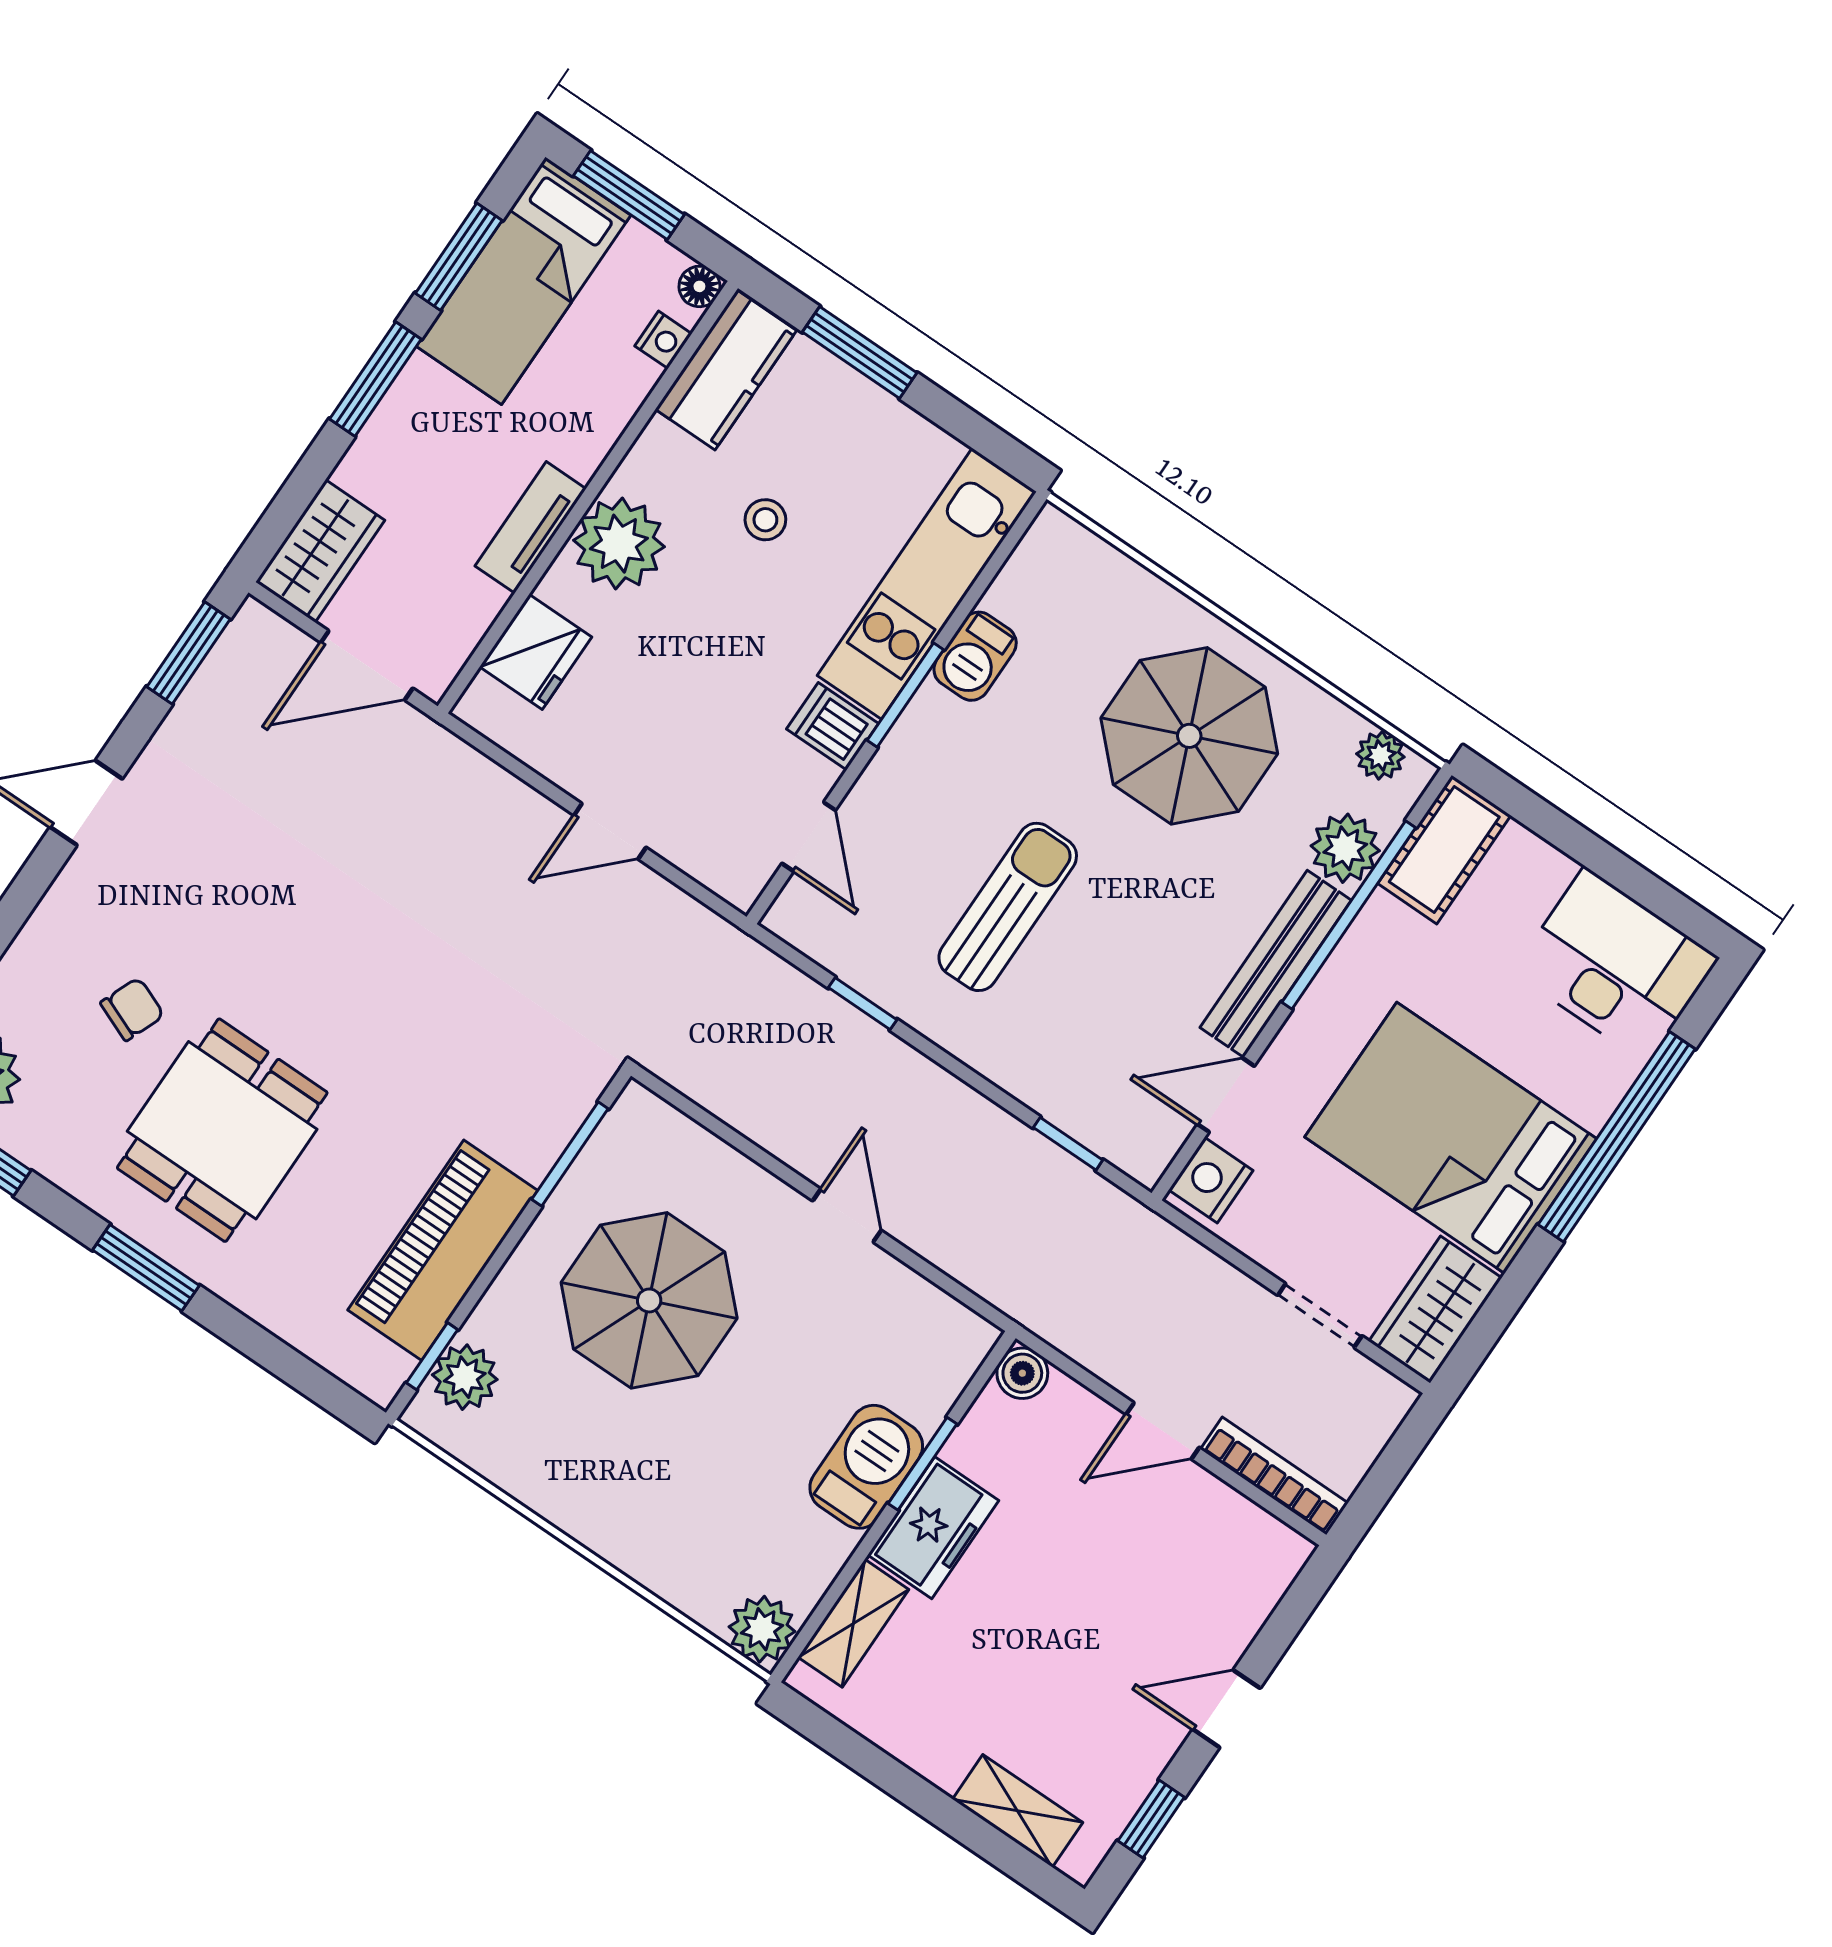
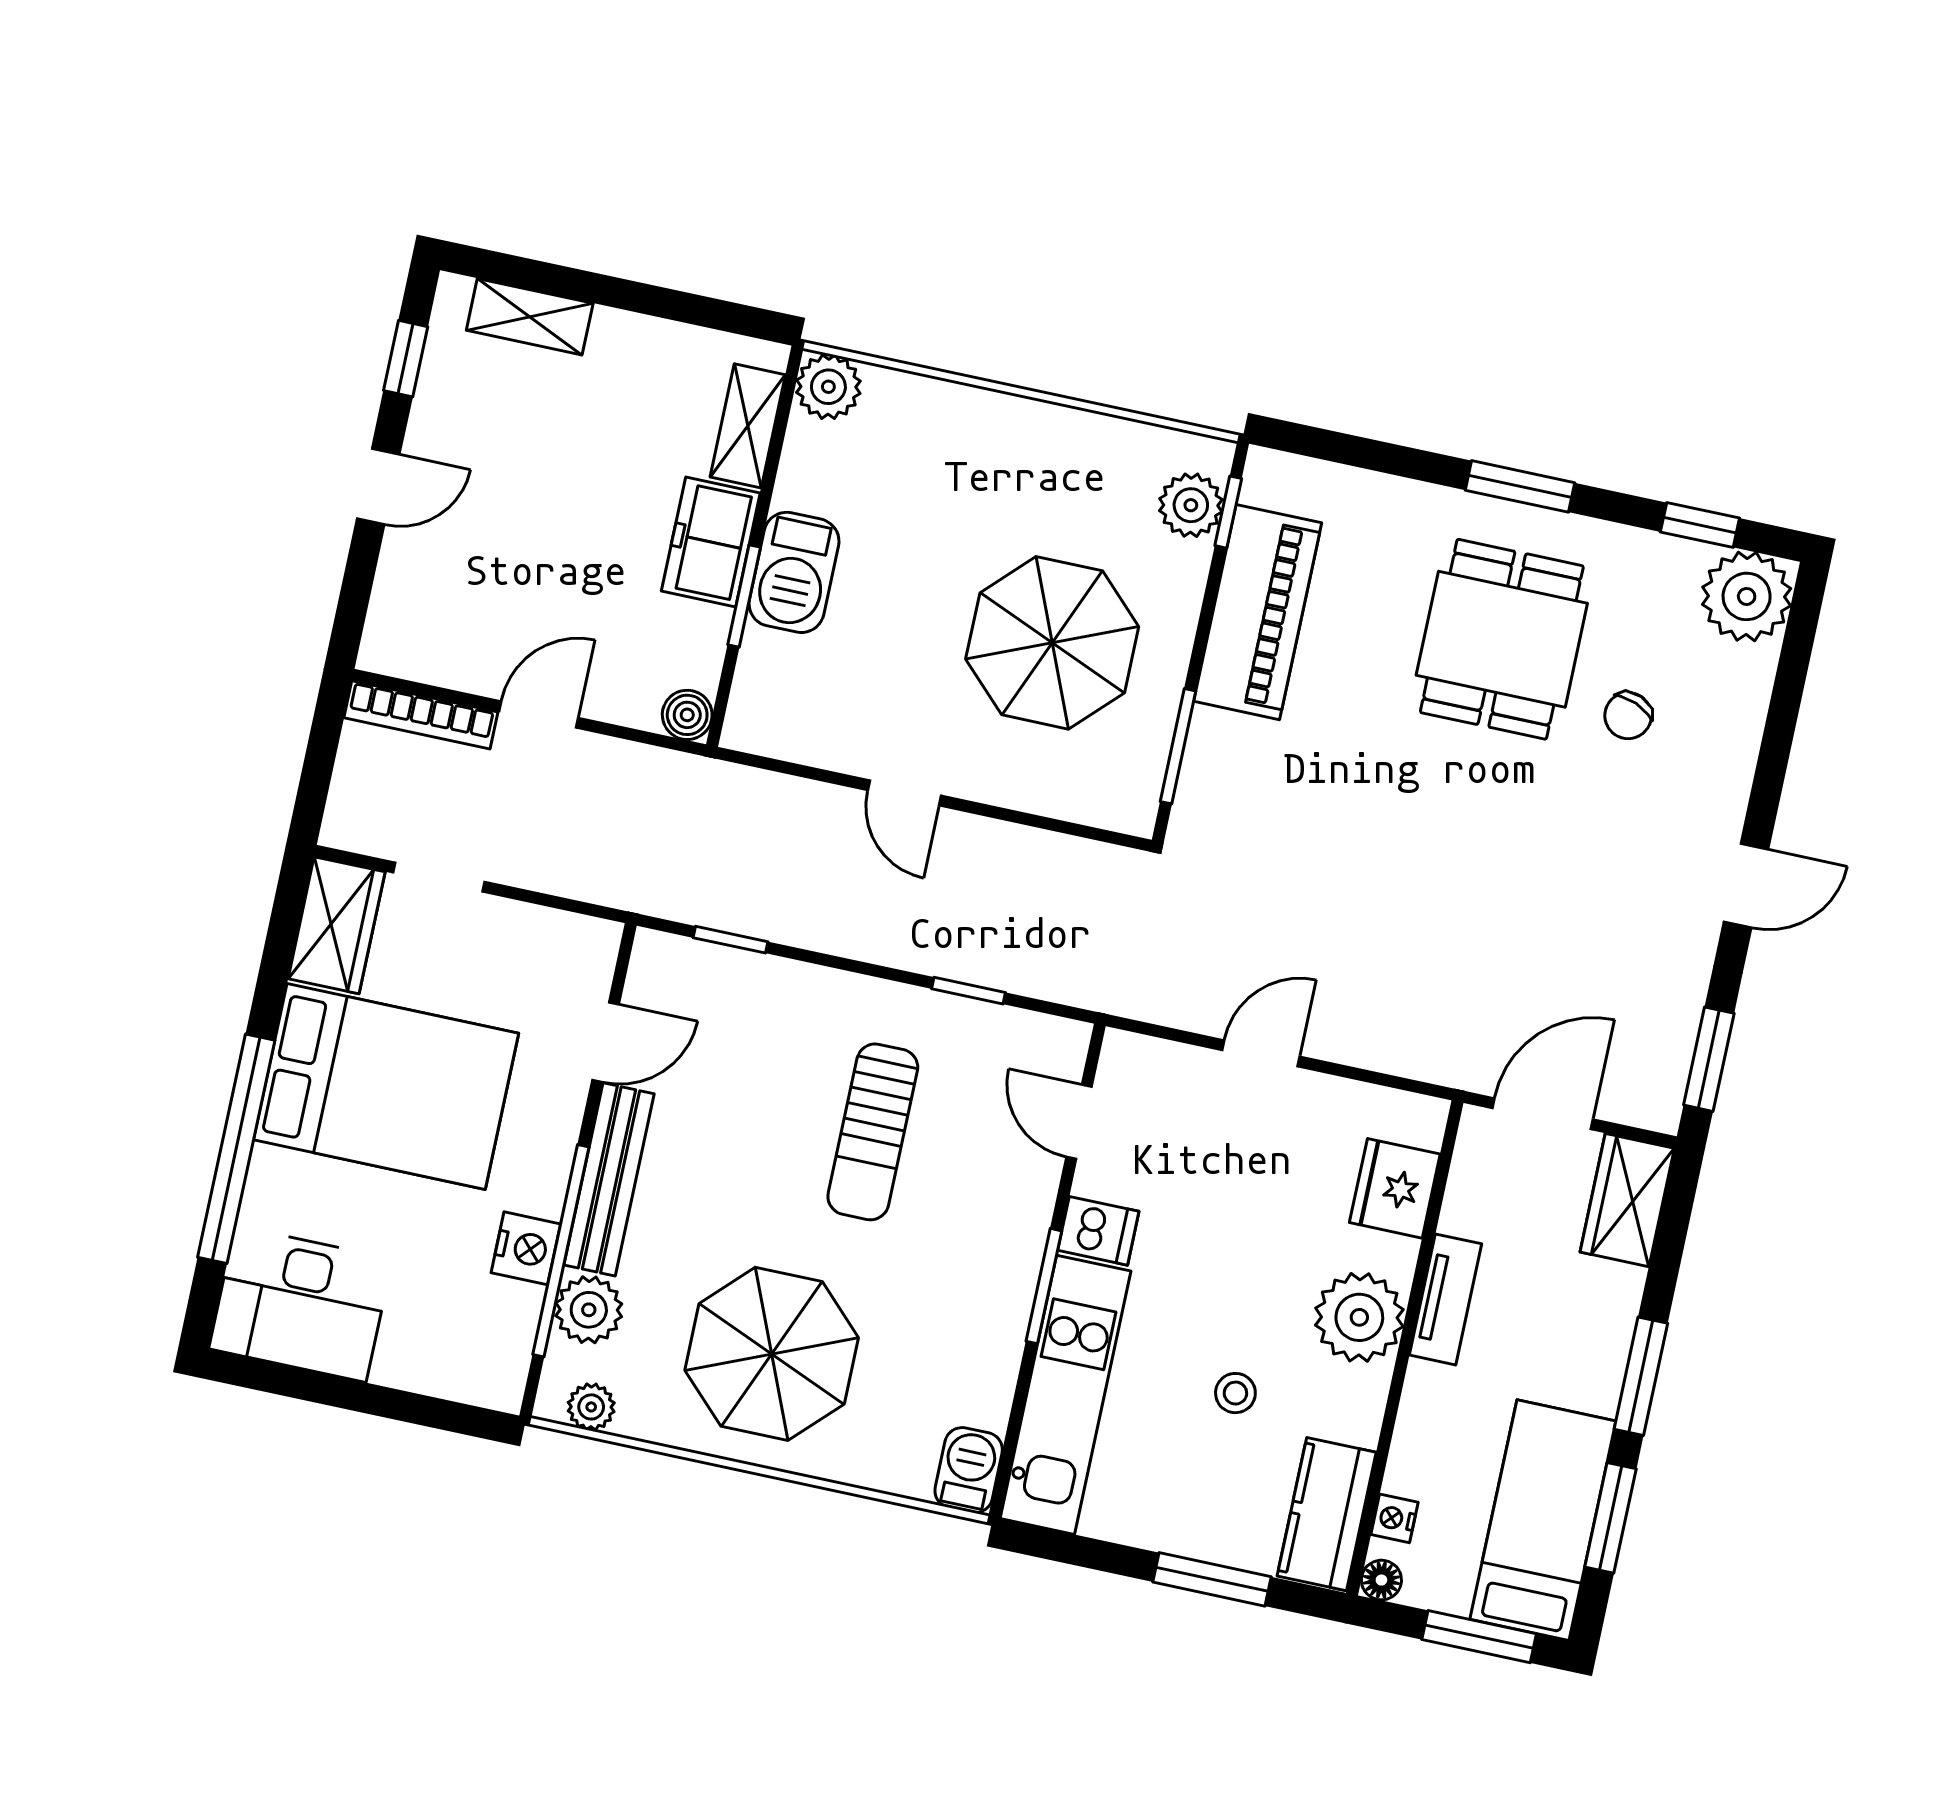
barbecue: (975, 656) -> (969, 1470), moved
cot: (1444, 849) -> (499, 1345), removed
nightstand: (1211, 1180) -> (526, 1248), moved

